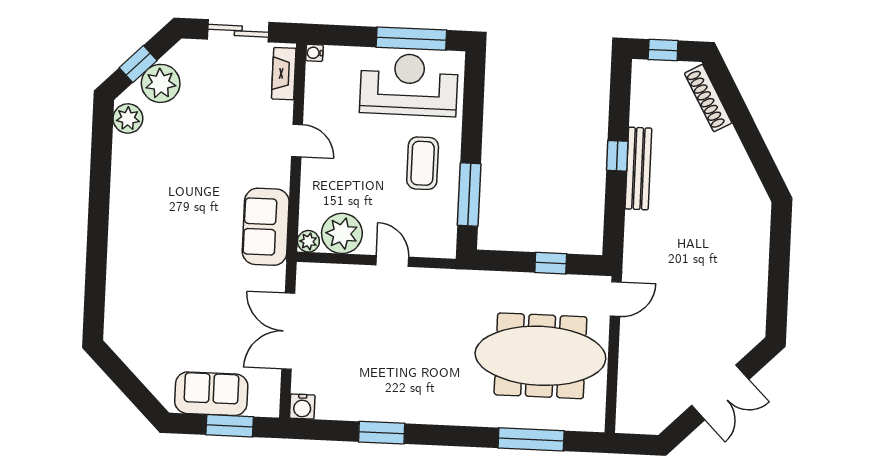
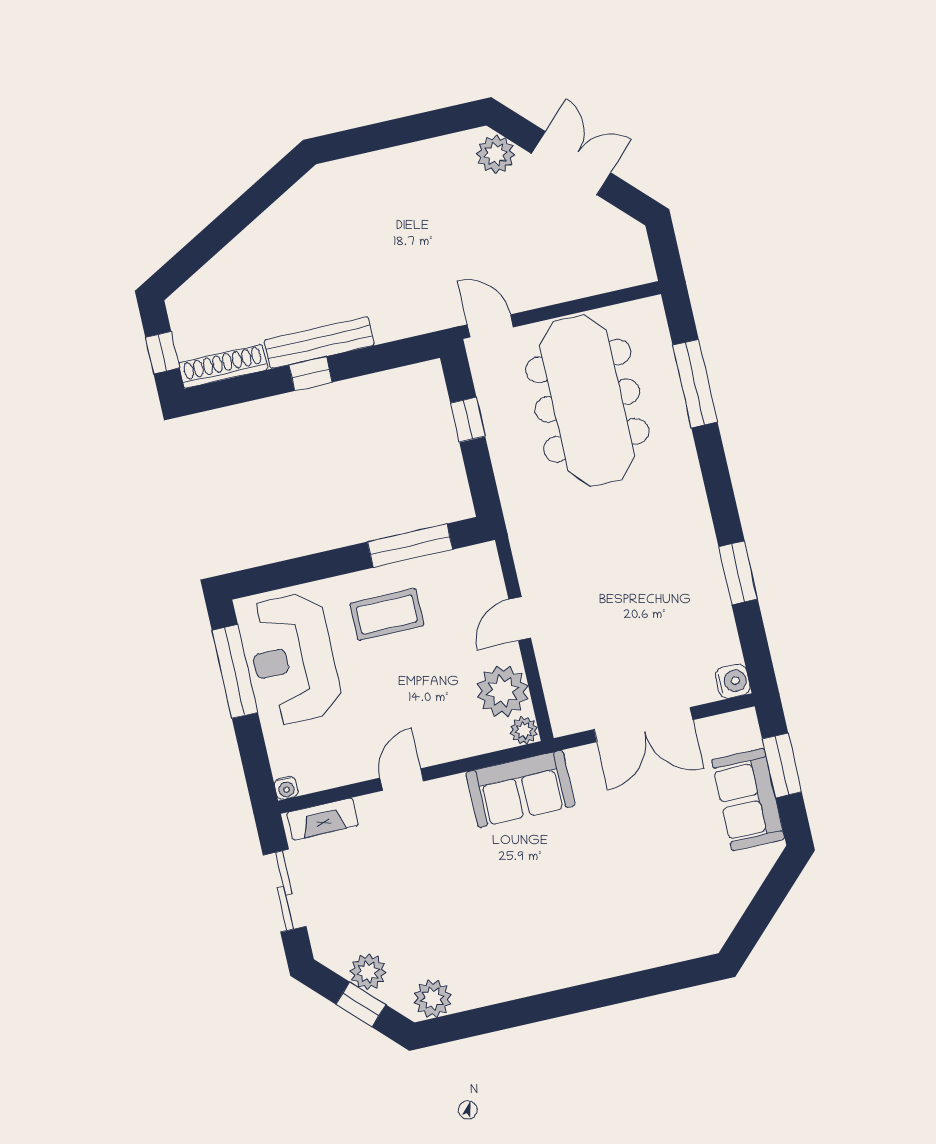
plant: (161, 83) -> (368, 972), width x0.73, depth x0.73
shoe rack: (708, 98) -> (223, 366), moved, turned -151
plant: (742, 338) -> (496, 154), added

